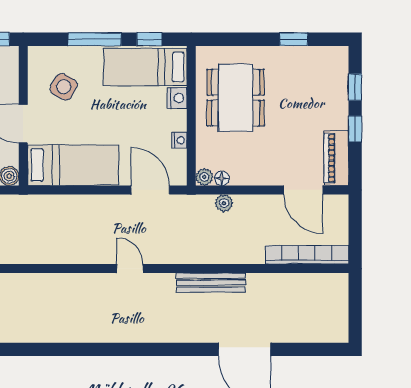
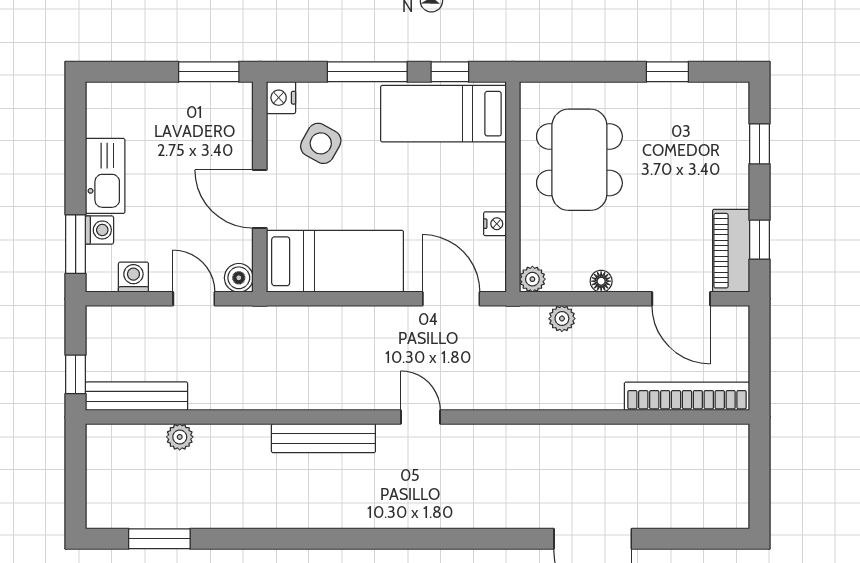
nightstand: (177, 98) -> (281, 98), moved, turned 180
window: (355, 129) -> (759, 240), moved
floor lamp: (222, 178) -> (601, 281), moved
bench: (211, 283) -> (323, 438), moved

